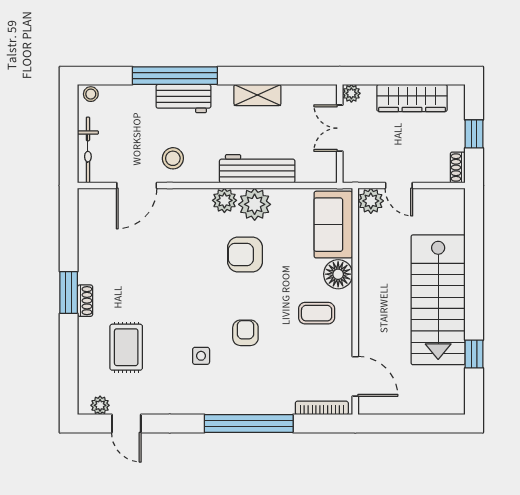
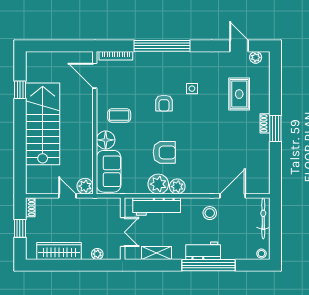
double door: (340, 128) -> (123, 232), moved
wall: (340, 134) -> (123, 229), moved

